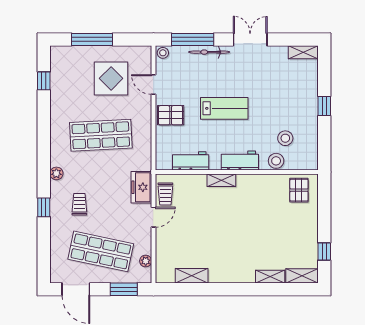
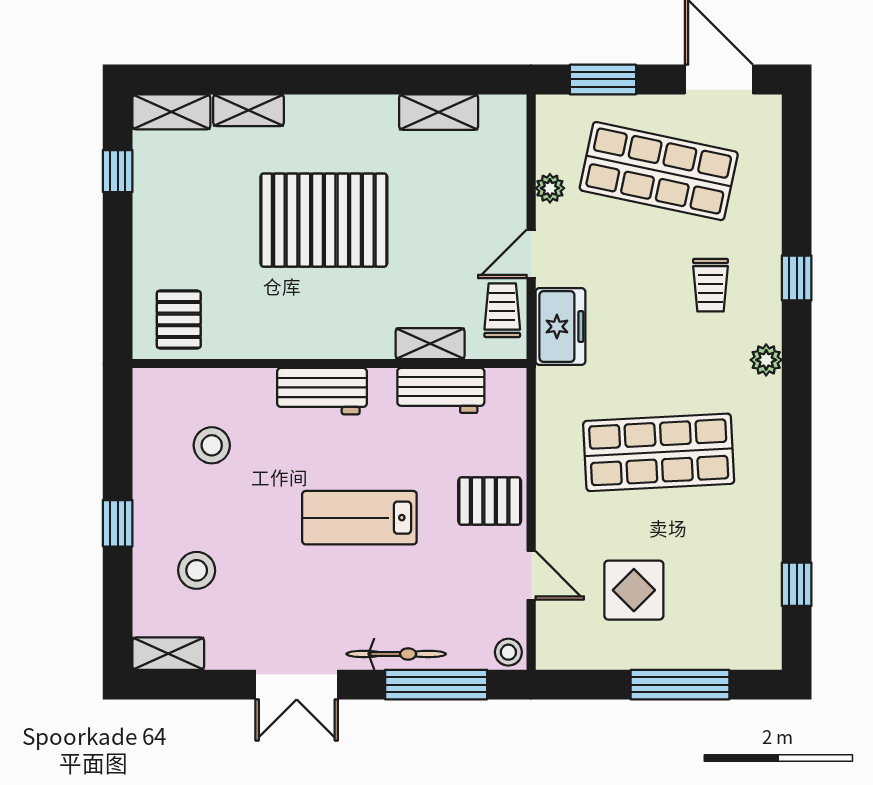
display table: (111, 78) -> (634, 590), width x0.73, depth x0.73
stool: (276, 161) -> (197, 570), moved
shelving: (221, 180) -> (430, 344), moved
pallet: (239, 231) -> (324, 220), added
plant: (146, 261) -> (550, 188), moved

